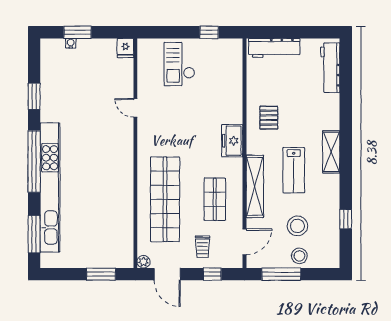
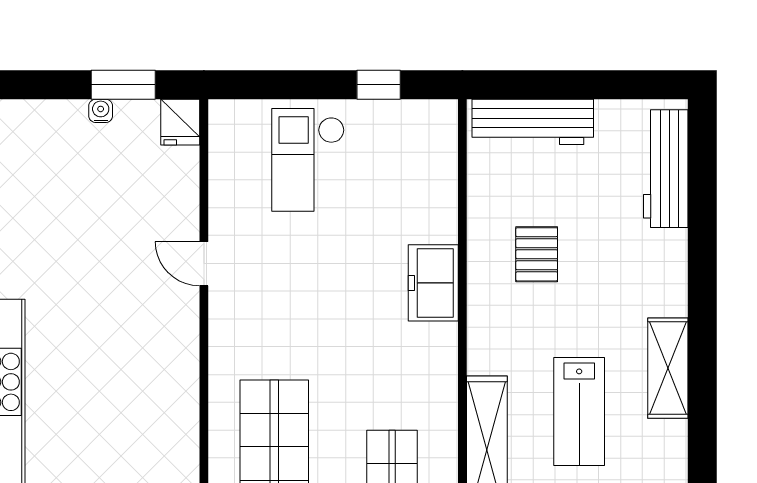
window: (77, 32) -> (123, 85), moved
water cooler: (71, 43) -> (101, 111), moved
pallet: (269, 118) -> (537, 254), moved
freezer: (232, 141) -> (433, 283), moved

